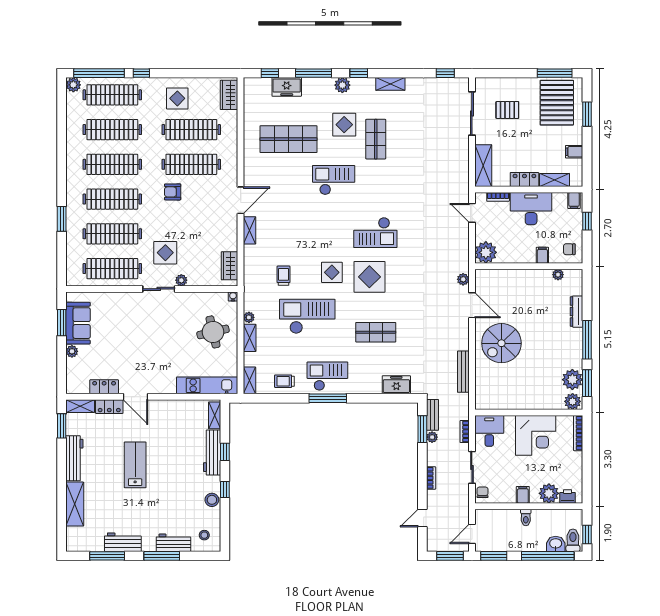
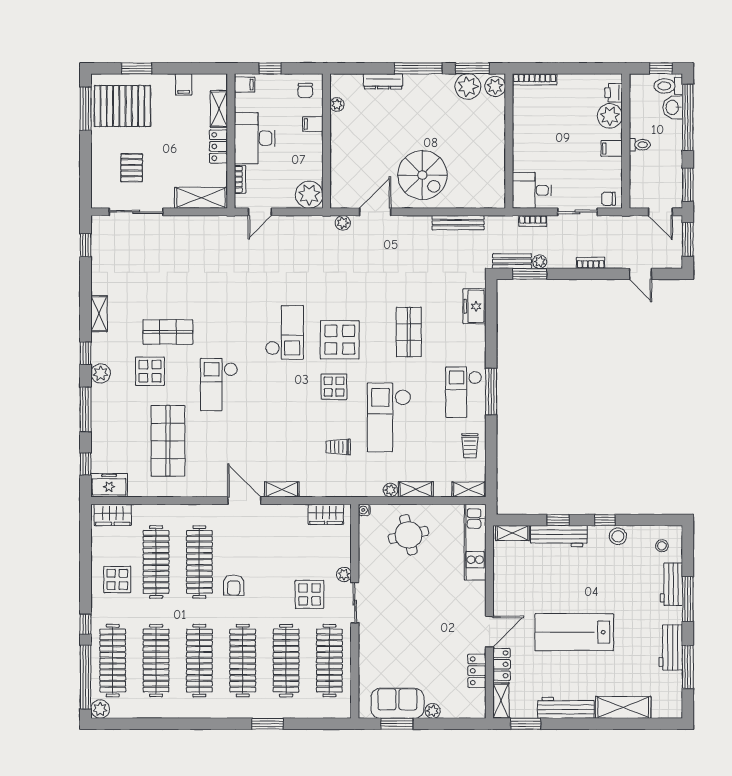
freezer: (287, 87) -> (109, 485), moved, turned -90
corner desk: (536, 435) -> (537, 133), removed
lab bench: (135, 465) -> (574, 632), width x1.36, depth x1.39

